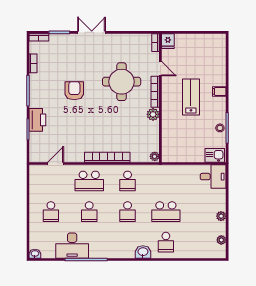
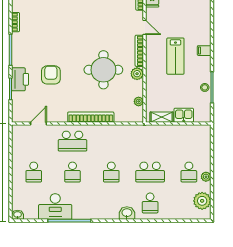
round table: (122, 82) -> (103, 70), moved
armchair: (74, 91) -> (51, 75), moved
lab bench: (191, 97) -> (175, 56), turned 180
kitchen sink: (215, 155) -> (184, 115), moved
plant: (155, 156) -> (139, 101), moved
shelving: (177, 157) -> (162, 117), added
desk: (213, 177) -> (198, 137), removed
school desk: (128, 181) -> (189, 172), moved
plant: (221, 240) -> (202, 201), width x1.88, depth x1.88

